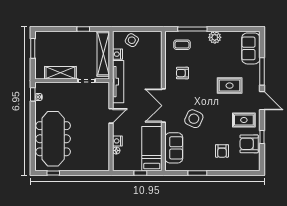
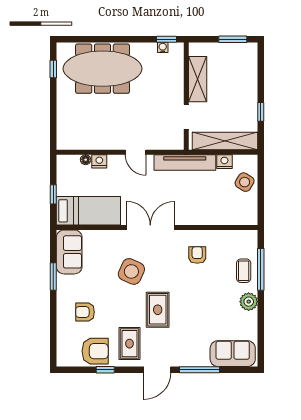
coffee table: (182, 45) -> (244, 271), moved
rug: (230, 86) -> (158, 310), moved
armchair: (249, 144) -> (95, 351), turned 90
sofa: (174, 148) -> (69, 252), moved, turned -90

